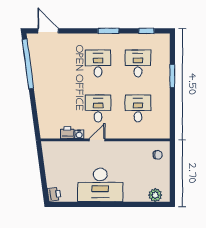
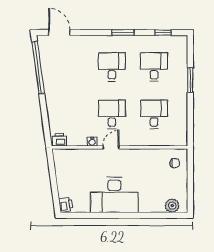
printer: (67, 133) -> (59, 140), moved

